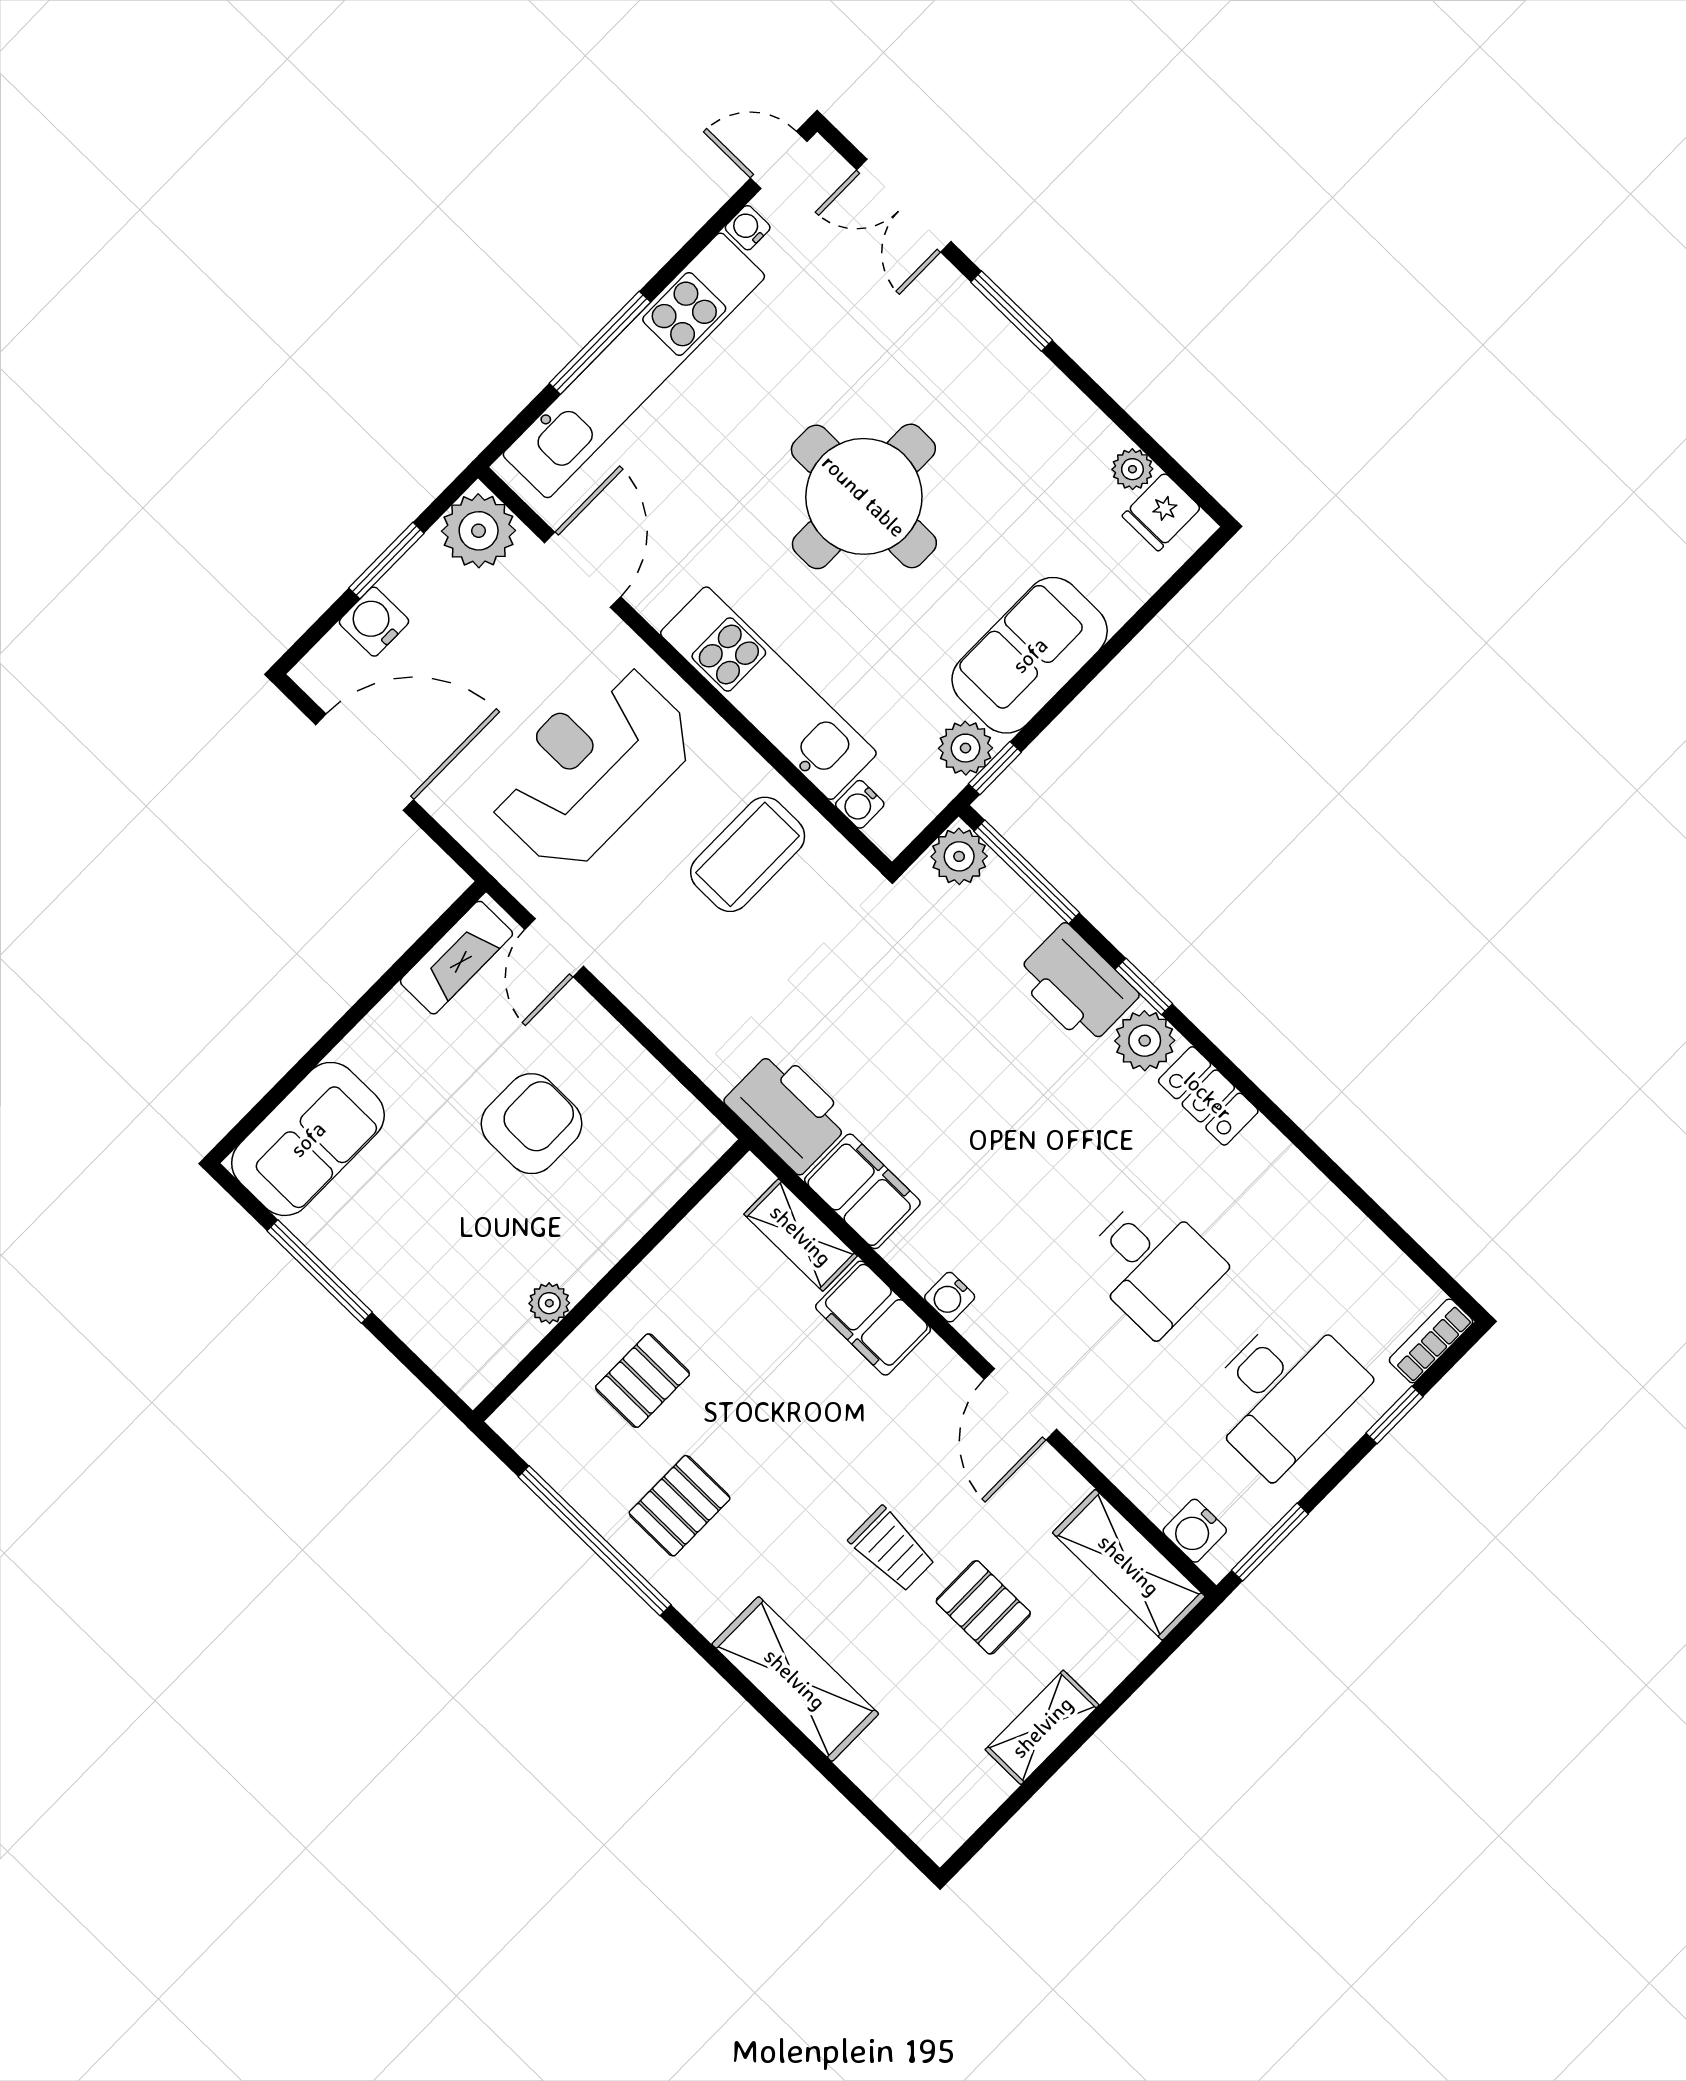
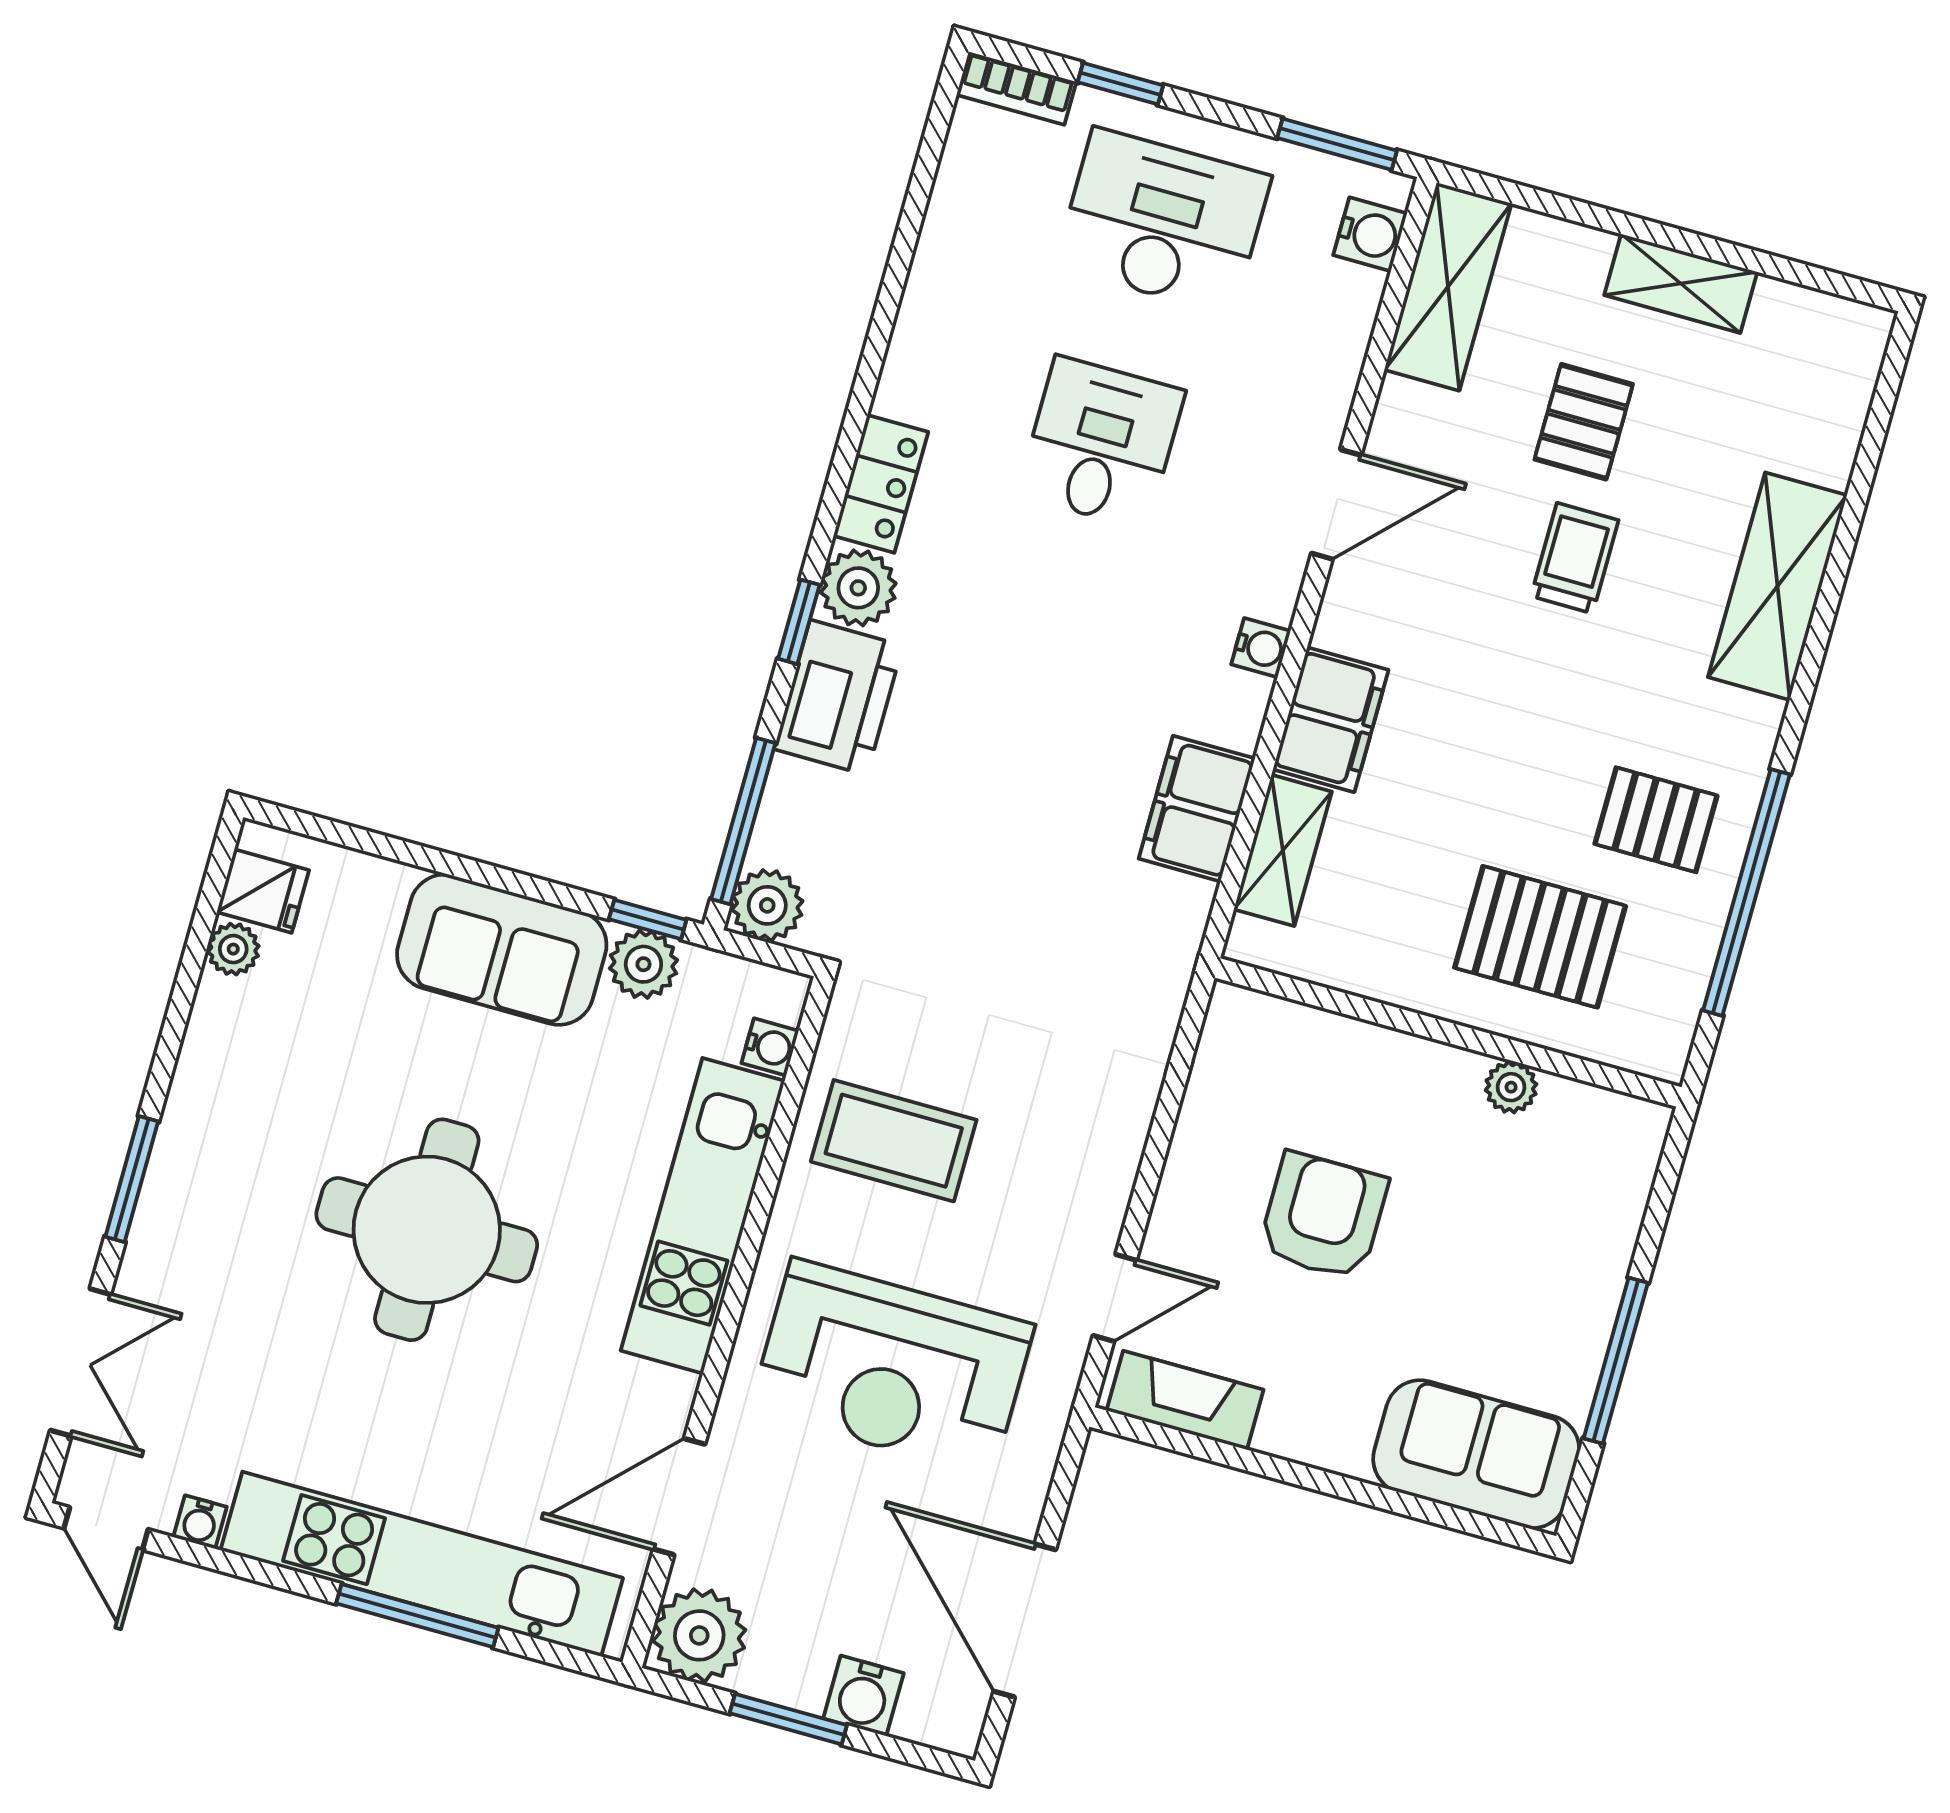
printer: (788, 1111) -> (1153, 940), removed
armchair: (532, 1124) -> (1323, 1216), turned 90
pallet: (643, 1381) -> (1540, 937), width x1.50, depth x1.42

